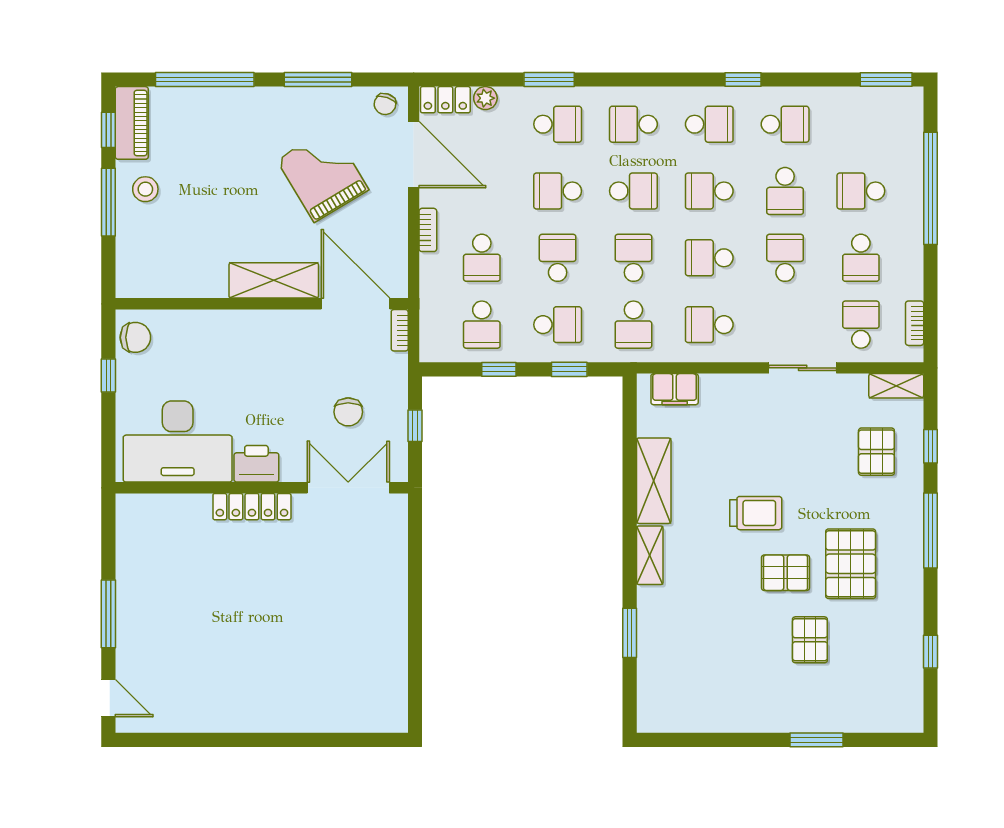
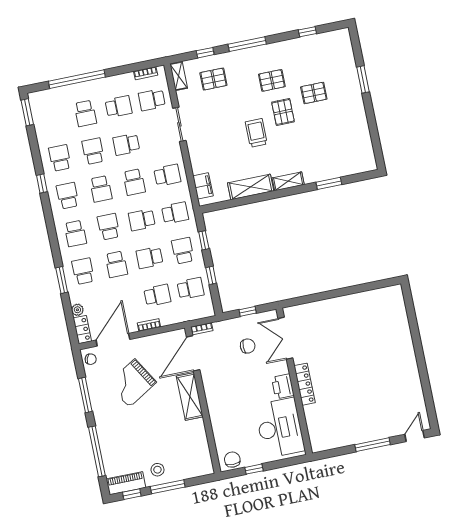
school desk: (785, 191) -> (93, 151), turned -90
school desk: (709, 325) -> (167, 175), turned -90
pallet: (851, 564) -> (272, 80), width x0.67, depth x0.71

